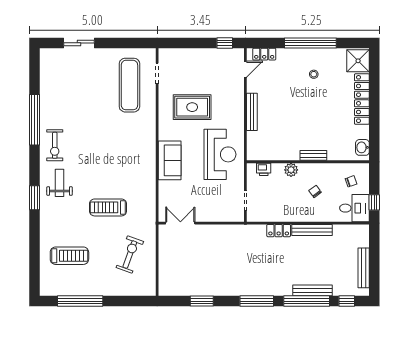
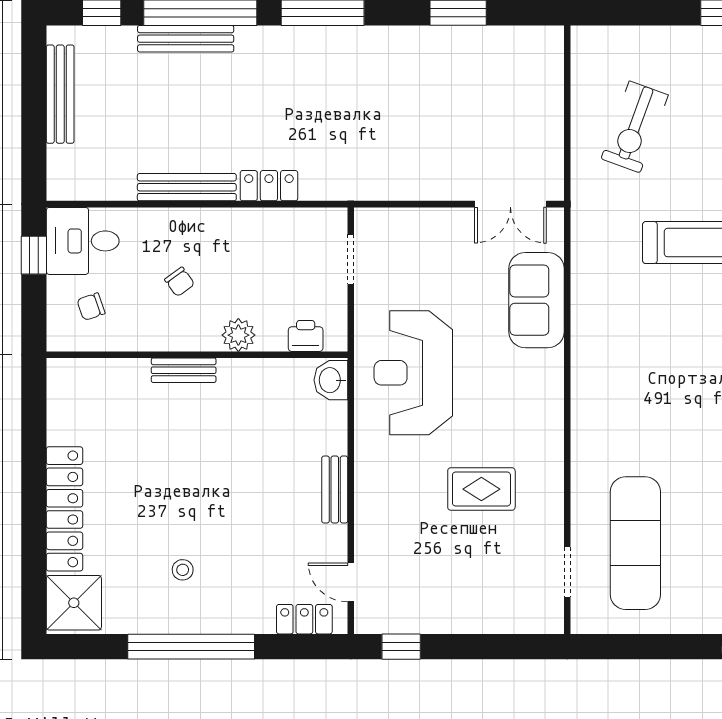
door: (245, 69) -> (351, 582), hinge flipped
rug: (192, 107) -> (481, 489), width x0.73, depth x0.70
bench: (252, 112) -> (335, 490), width x0.73
washbasin: (362, 147) -> (331, 380), moved, turned 180
sofa: (170, 160) -> (536, 300), moved

